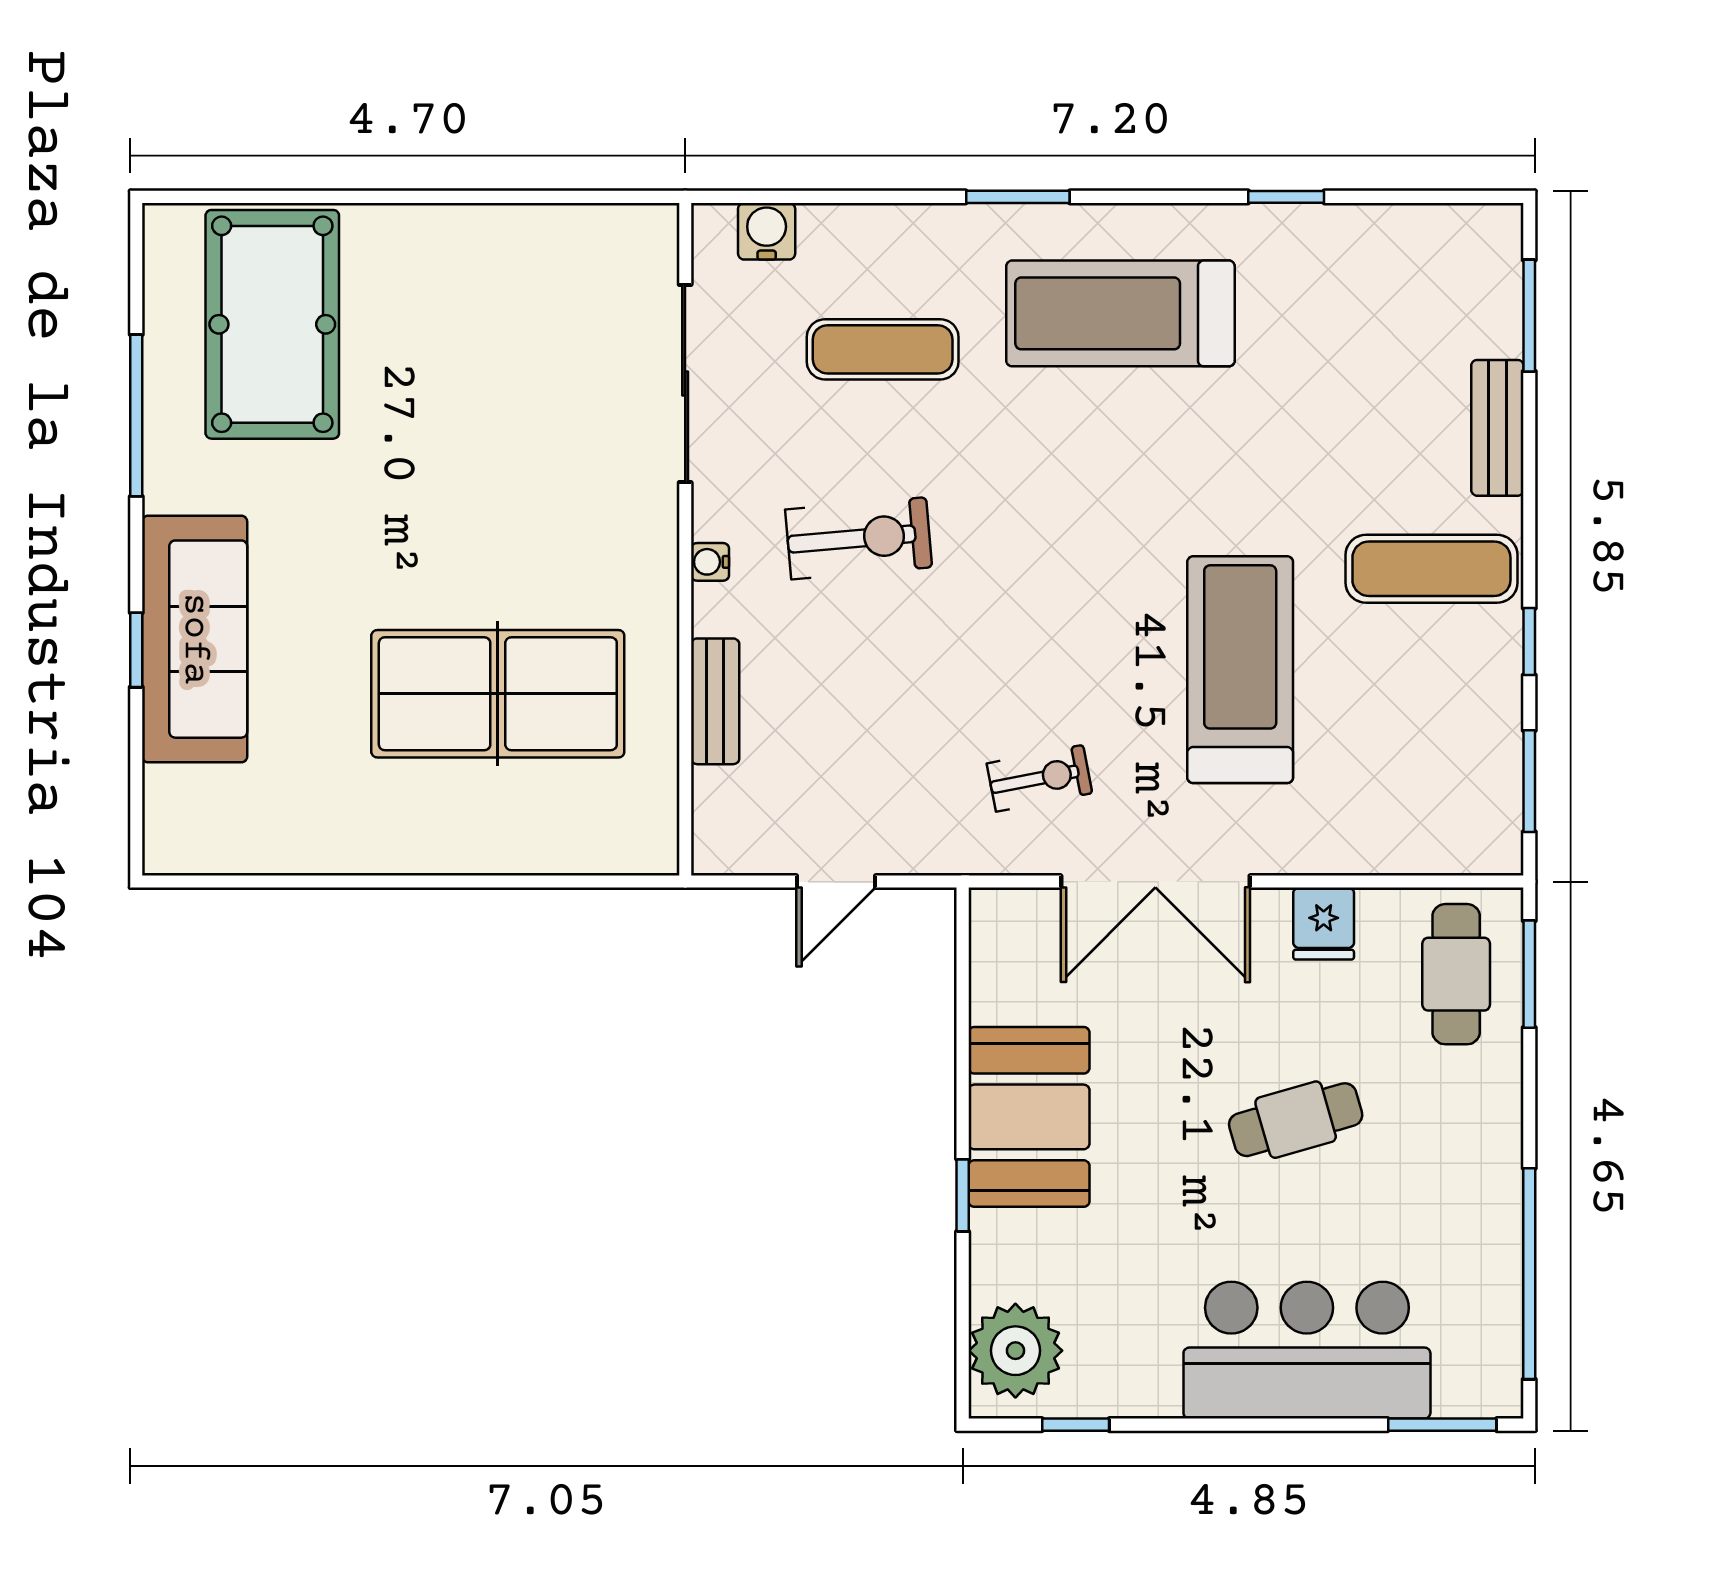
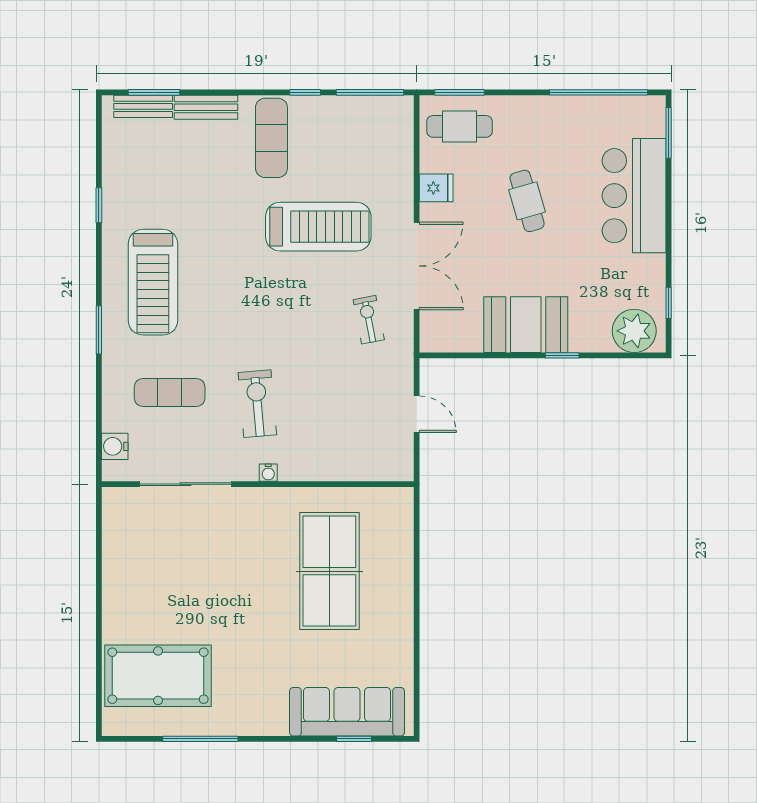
exercise mat: (883, 349) -> (170, 393), turned 90
sofa: (195, 639) -> (347, 712), moved
window: (136, 650) -> (354, 739), moved
treadmill: (1240, 670) -> (318, 227), turned 180
bench: (715, 701) -> (143, 106), moved
window: (1529, 781) -> (370, 92), width x1.44

